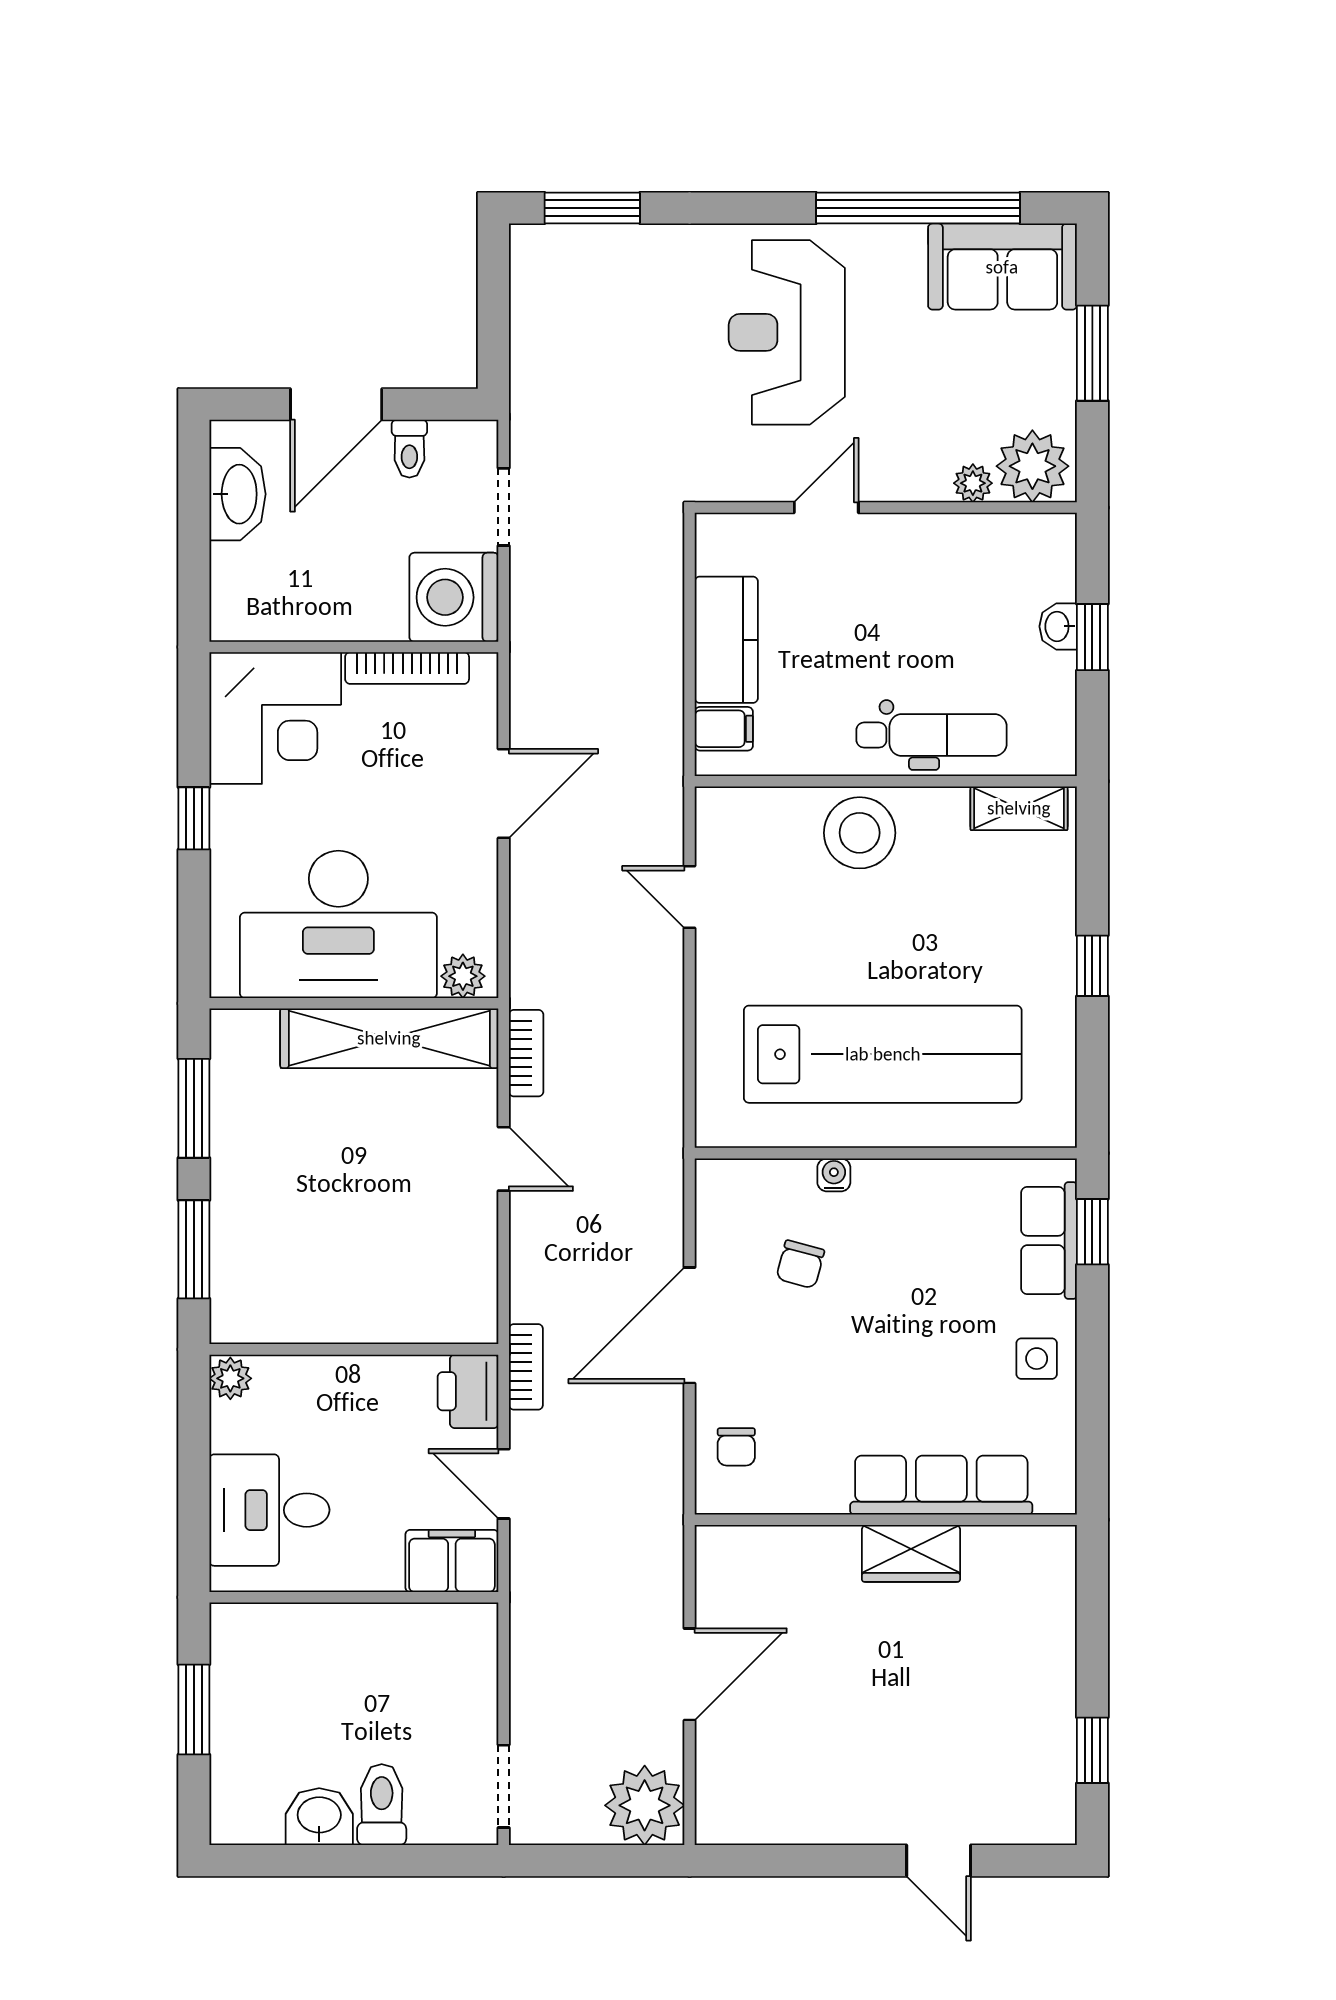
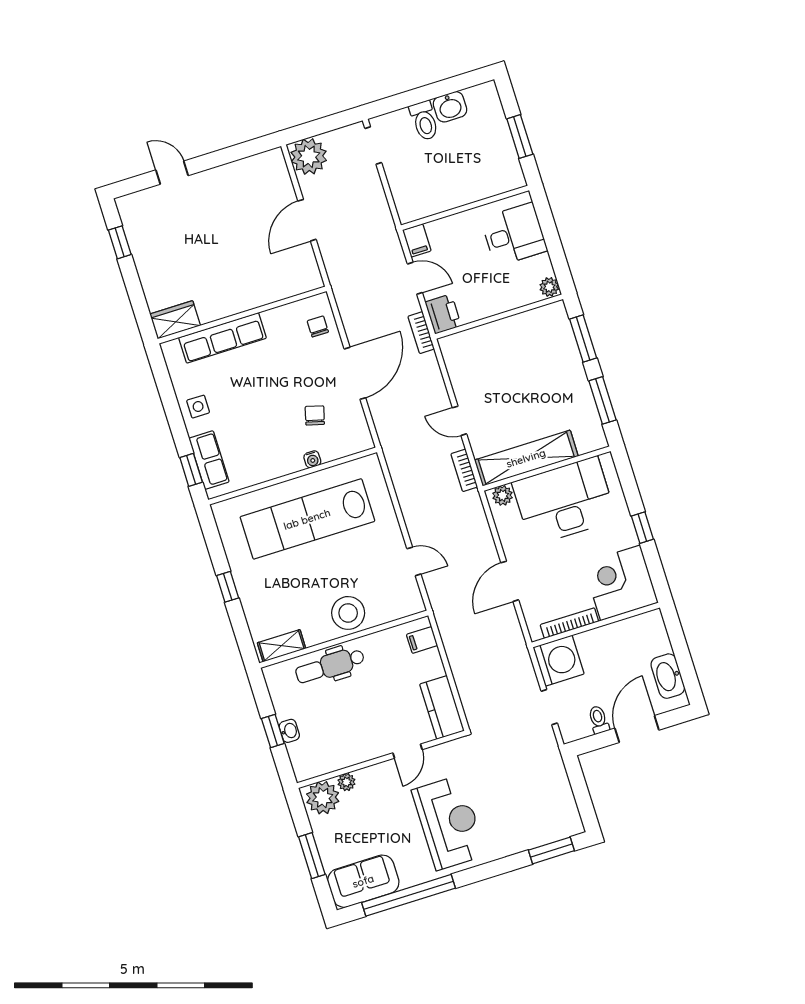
kitchen counter: (726, 640) -> (442, 707), moved
wardrobe: (911, 1553) -> (175, 320), moved
filing cabinet: (452, 1561) -> (417, 240), width x0.50

